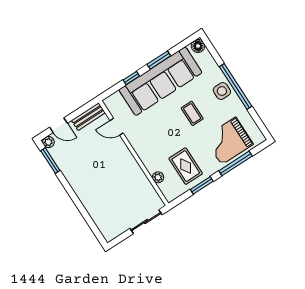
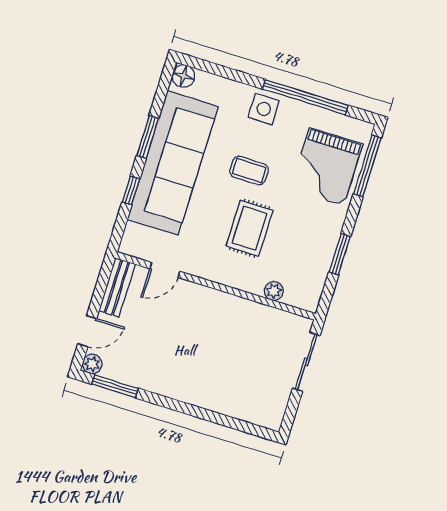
window: (236, 86) -> (305, 97), moved
window: (236, 163) -> (367, 166), moved
rug: (186, 166) -> (249, 228), moved, turned 90

